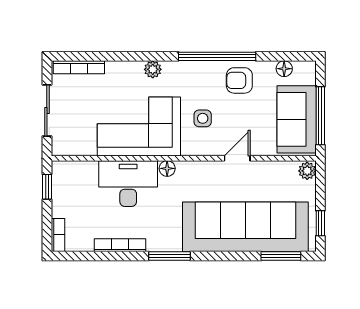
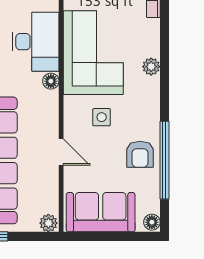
window: (217, 56) -> (164, 160), moved
floor lamp: (284, 69) -> (152, 222), moved
armchair: (239, 80) -> (140, 154), turned 180
window: (320, 116) -> (104, 236), removed

